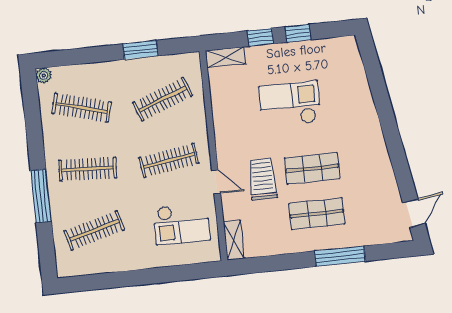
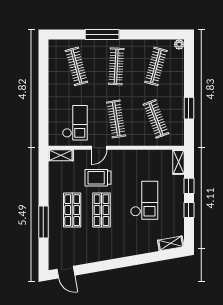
shelving: (352, 56) -> (171, 243), added
trolley: (263, 179) -> (98, 178), turned 180
checkout: (182, 224) -> (75, 123), turned 180

